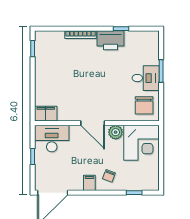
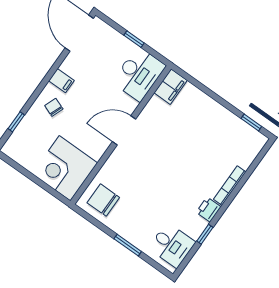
printer: (111, 40) -> (209, 210), width x0.53, depth x0.68
desk: (146, 78) -> (172, 245), moved, turned -90
plant: (116, 132) -> (96, 148), removed

